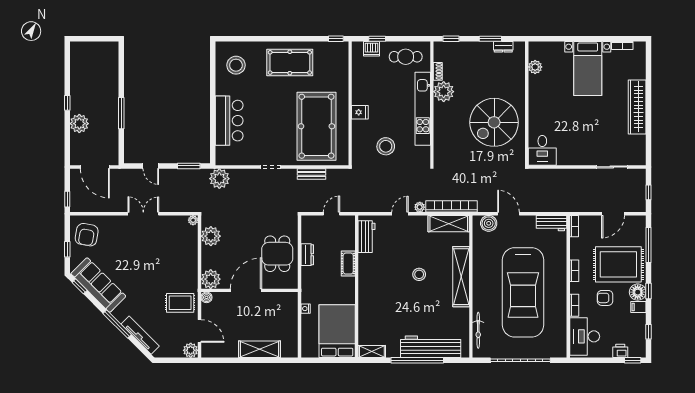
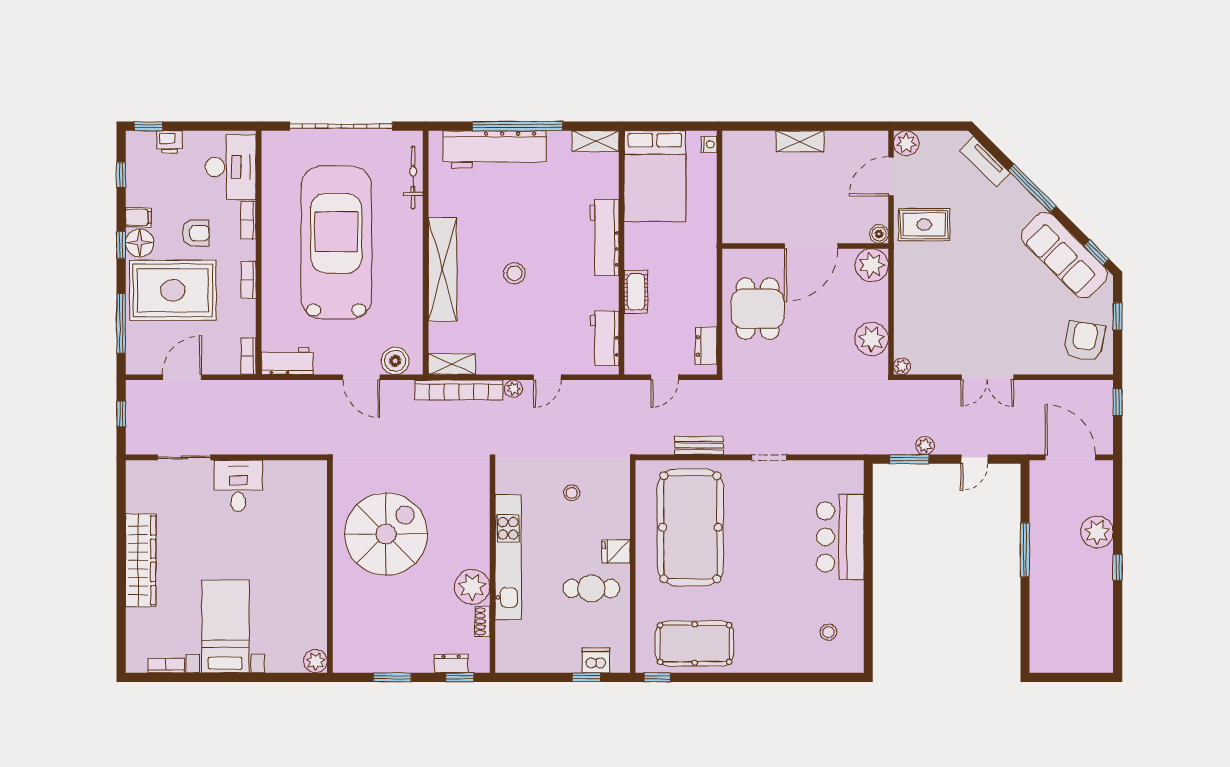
dresser: (503, 47) -> (451, 664), moved
cafe table: (406, 57) -> (591, 588), moved
pool table: (290, 62) -> (695, 644), moved
stool: (236, 65) -> (828, 632), width x0.53, depth x0.53
plant: (535, 67) -> (315, 661), moved
stool: (386, 146) -> (572, 493), width x0.53, depth x0.53
desk: (542, 150) -> (238, 486), moved
door: (151, 166) -> (974, 459), swing flipped
plant: (219, 179) -> (925, 446), moved, width x0.53, depth x0.53
shelving: (449, 224) -> (452, 364), width x0.67, depth x0.75
dresser: (307, 255) -> (706, 346), moved
workbench: (367, 295) -> (604, 237), added
nightstand: (306, 309) -> (709, 144), moved
door: (199, 331) -> (891, 176), hinge flipped
tv unit: (140, 335) -> (985, 162), width x0.71
shelving: (259, 349) -> (800, 141), width x0.67, depth x0.75

